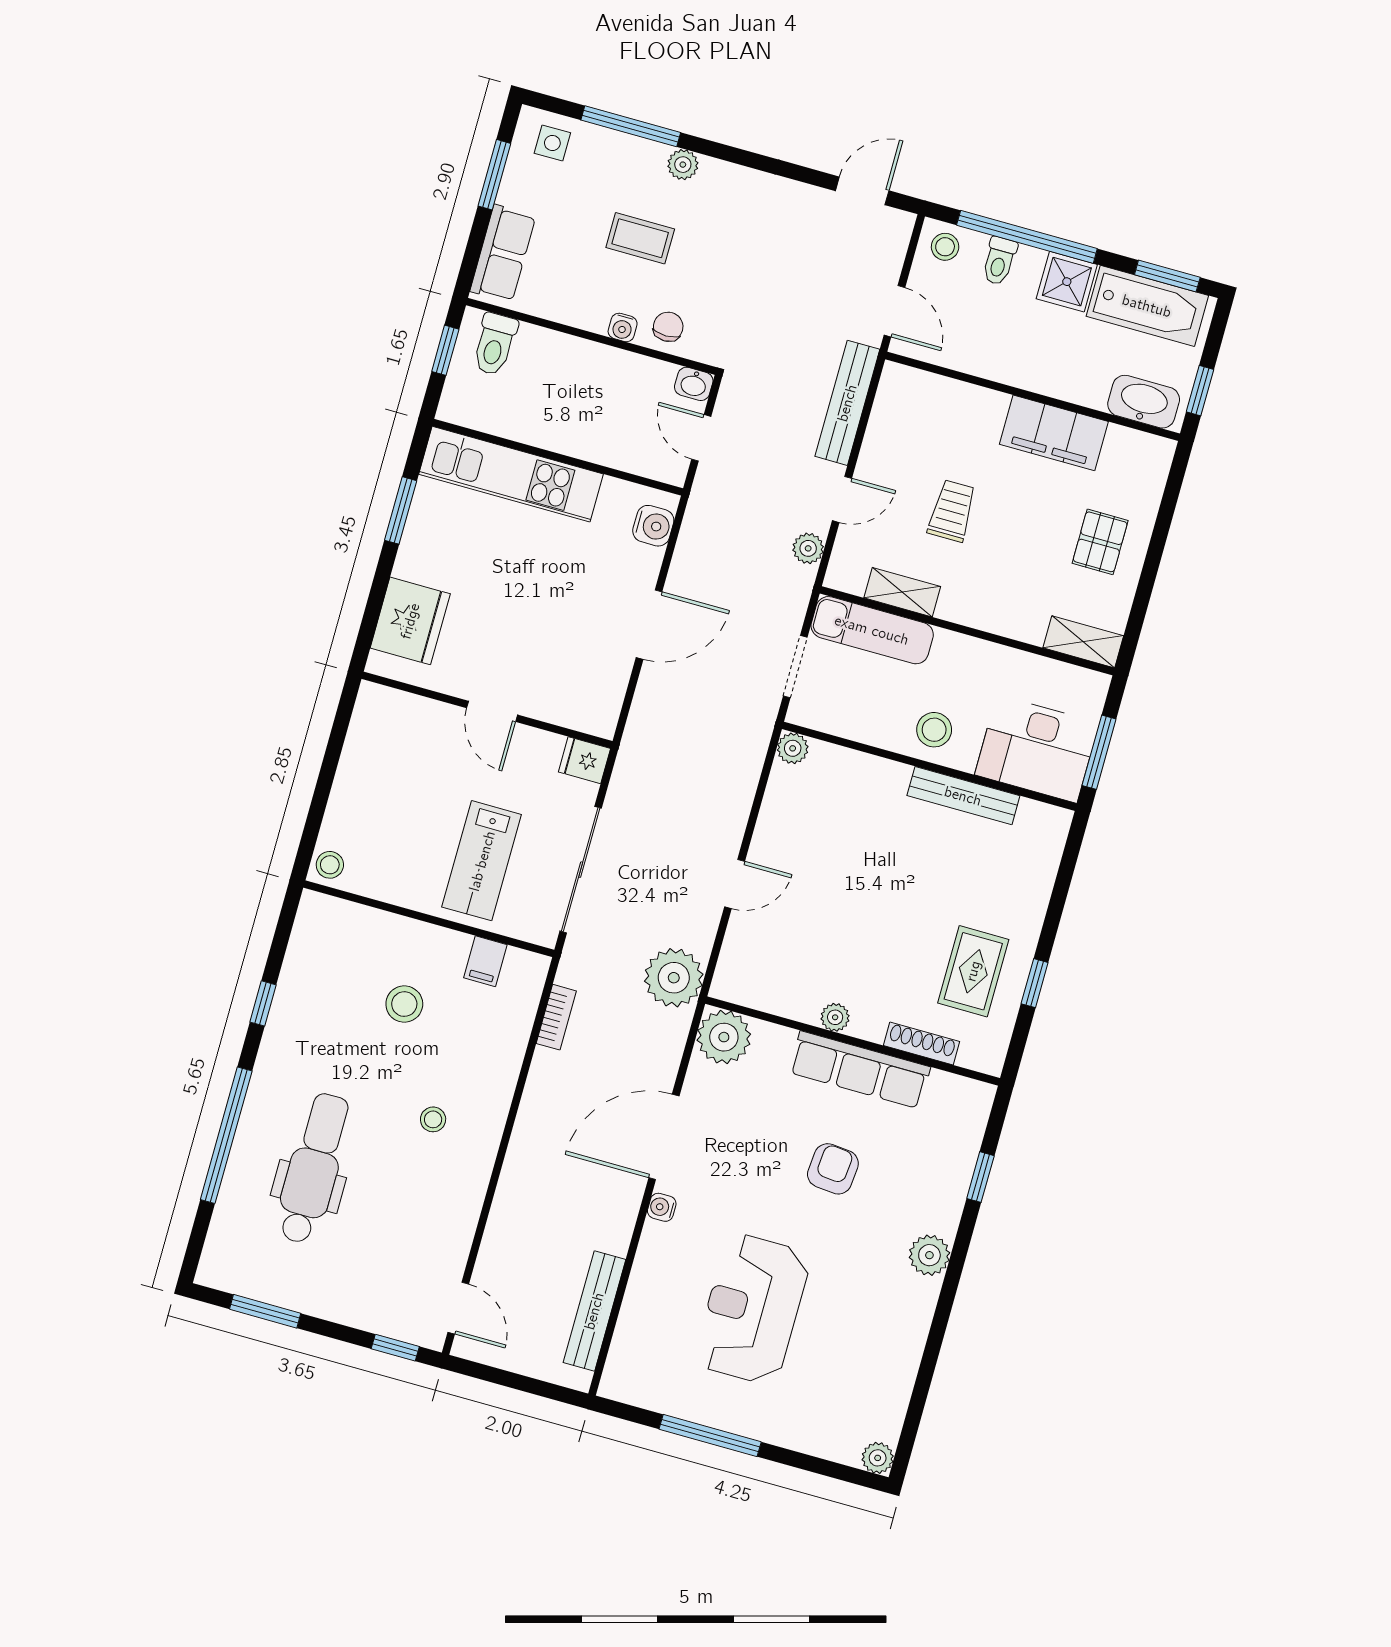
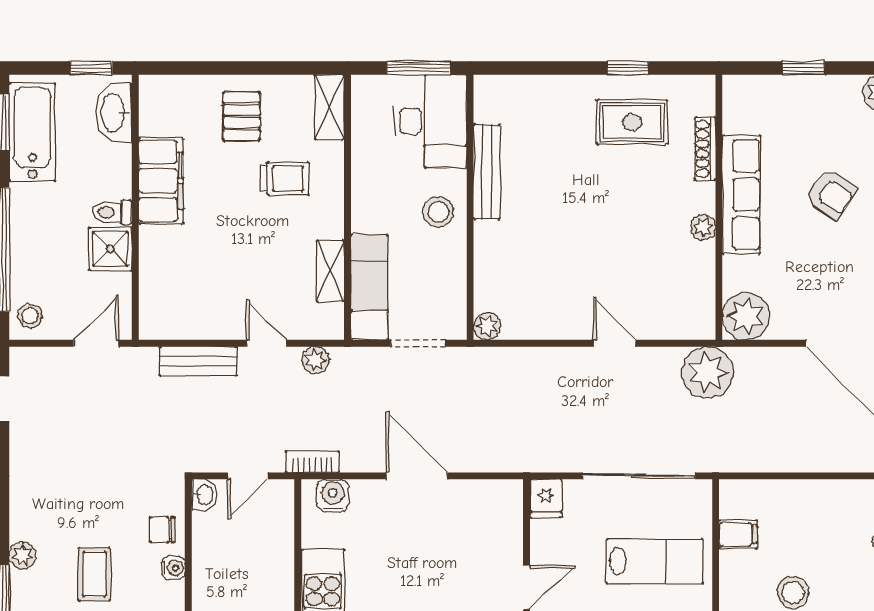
toilet: (999, 261) -> (112, 212), moved, turned 180
shower: (1067, 282) -> (110, 249), moved
bench: (847, 403) -> (198, 361), width x0.73
trolley: (952, 511) -> (285, 179), moved, turned 180
pallet: (1100, 542) -> (242, 116), turned 90
bookcase: (556, 1017) -> (312, 462), moved
armchair: (833, 1169) -> (831, 194), turned -151

